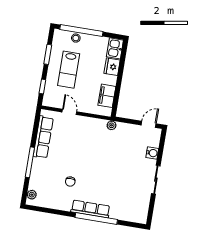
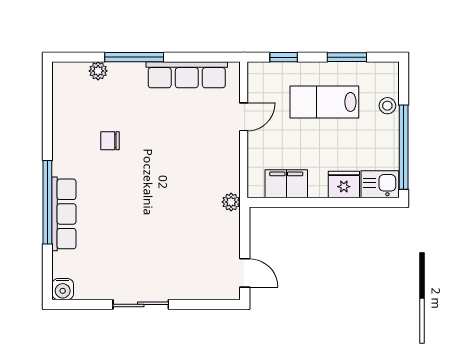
window: (81, 31) -> (404, 147), moved
water cooler: (152, 153) -> (63, 289), moved
plant: (32, 195) -> (98, 71), moved
row of seats: (90, 209) -> (64, 214), moved

